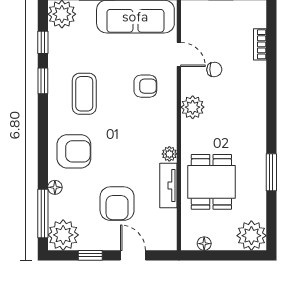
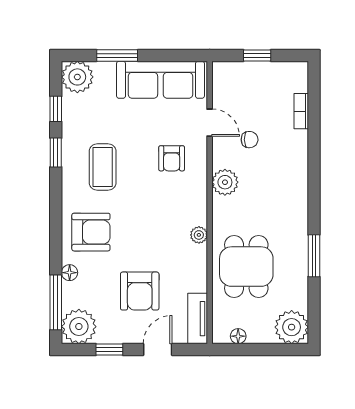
armchair: (145, 86) -> (172, 158), turned 90
tv unit: (168, 185) -> (198, 319), moved
door: (133, 255) -> (158, 349), hinge flipped

